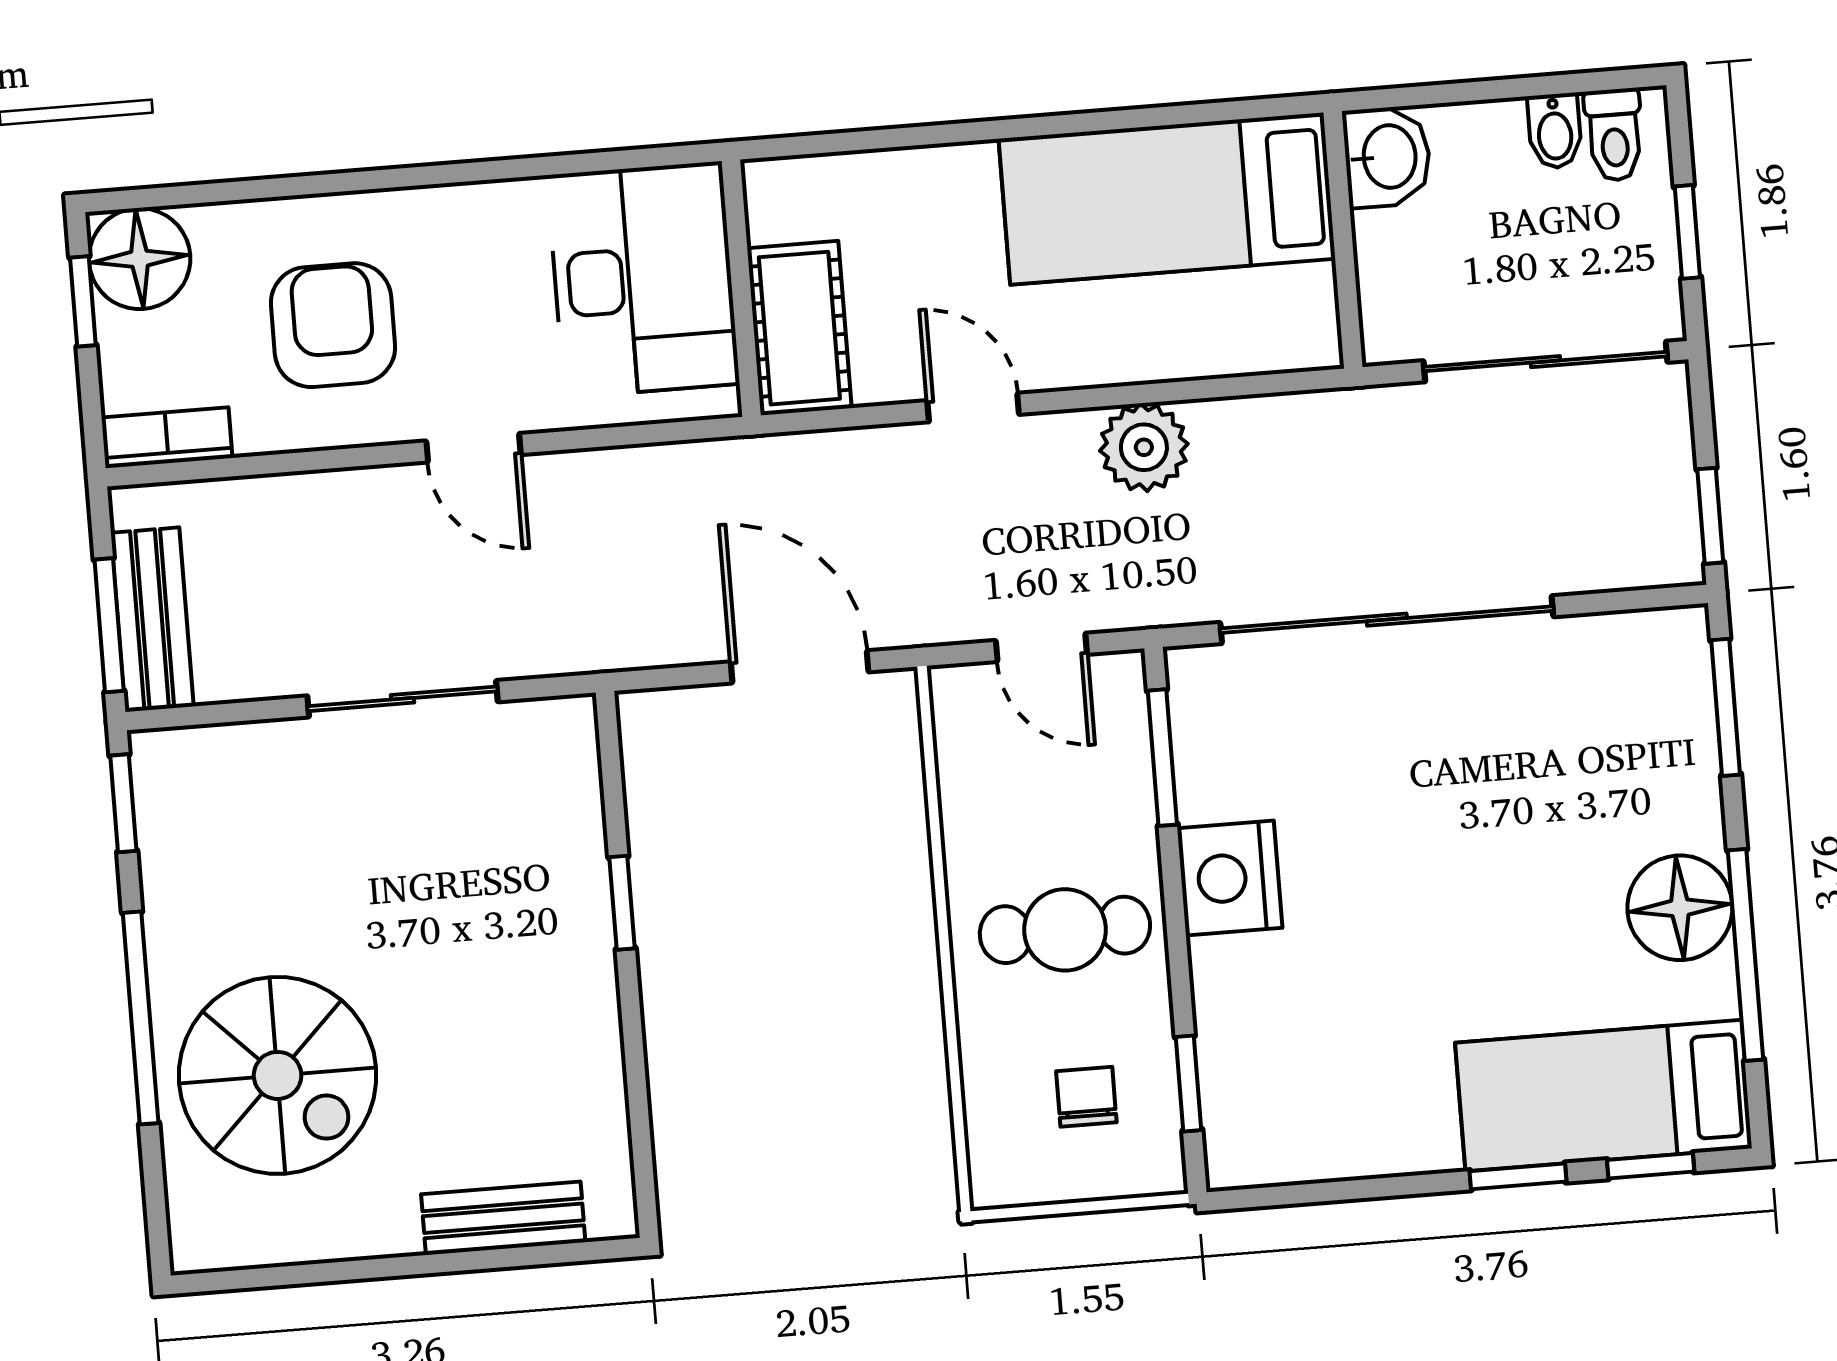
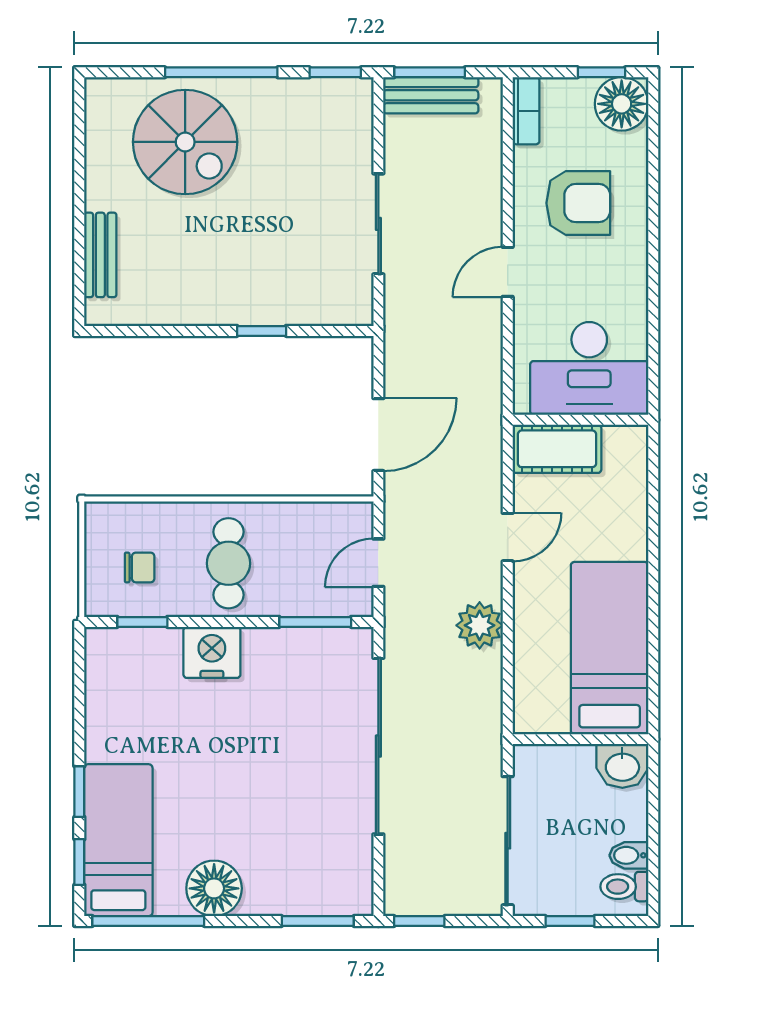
nightstand: (1230, 878) -> (212, 652), moved
window: (1746, 955) -> (148, 921), moved
spiral stairs: (278, 1075) -> (185, 142), turned -90

